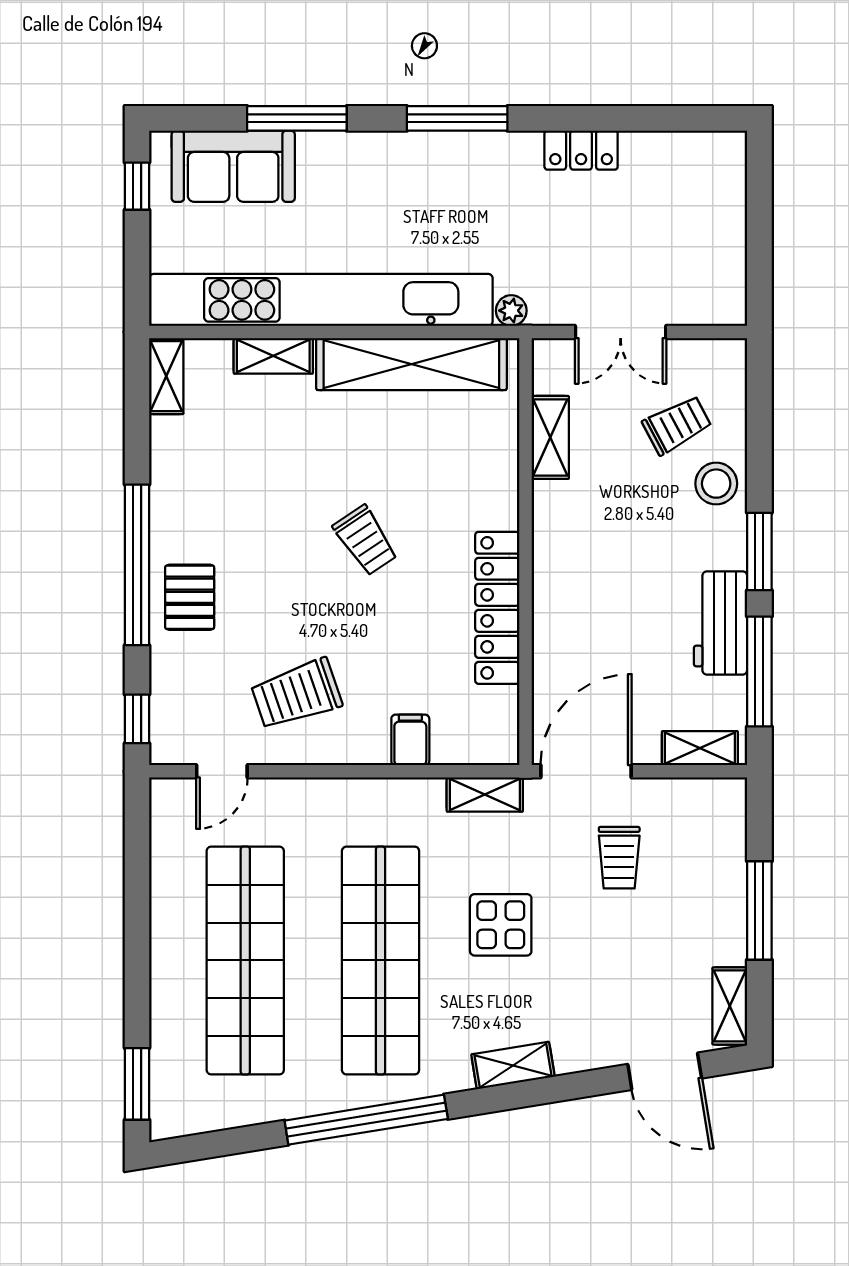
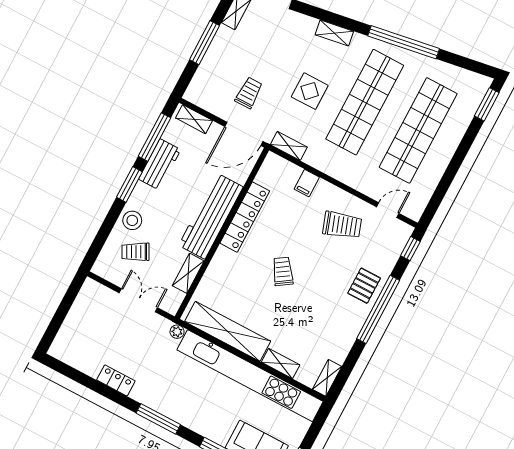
workbench: (565, 574) -> (211, 216), added

